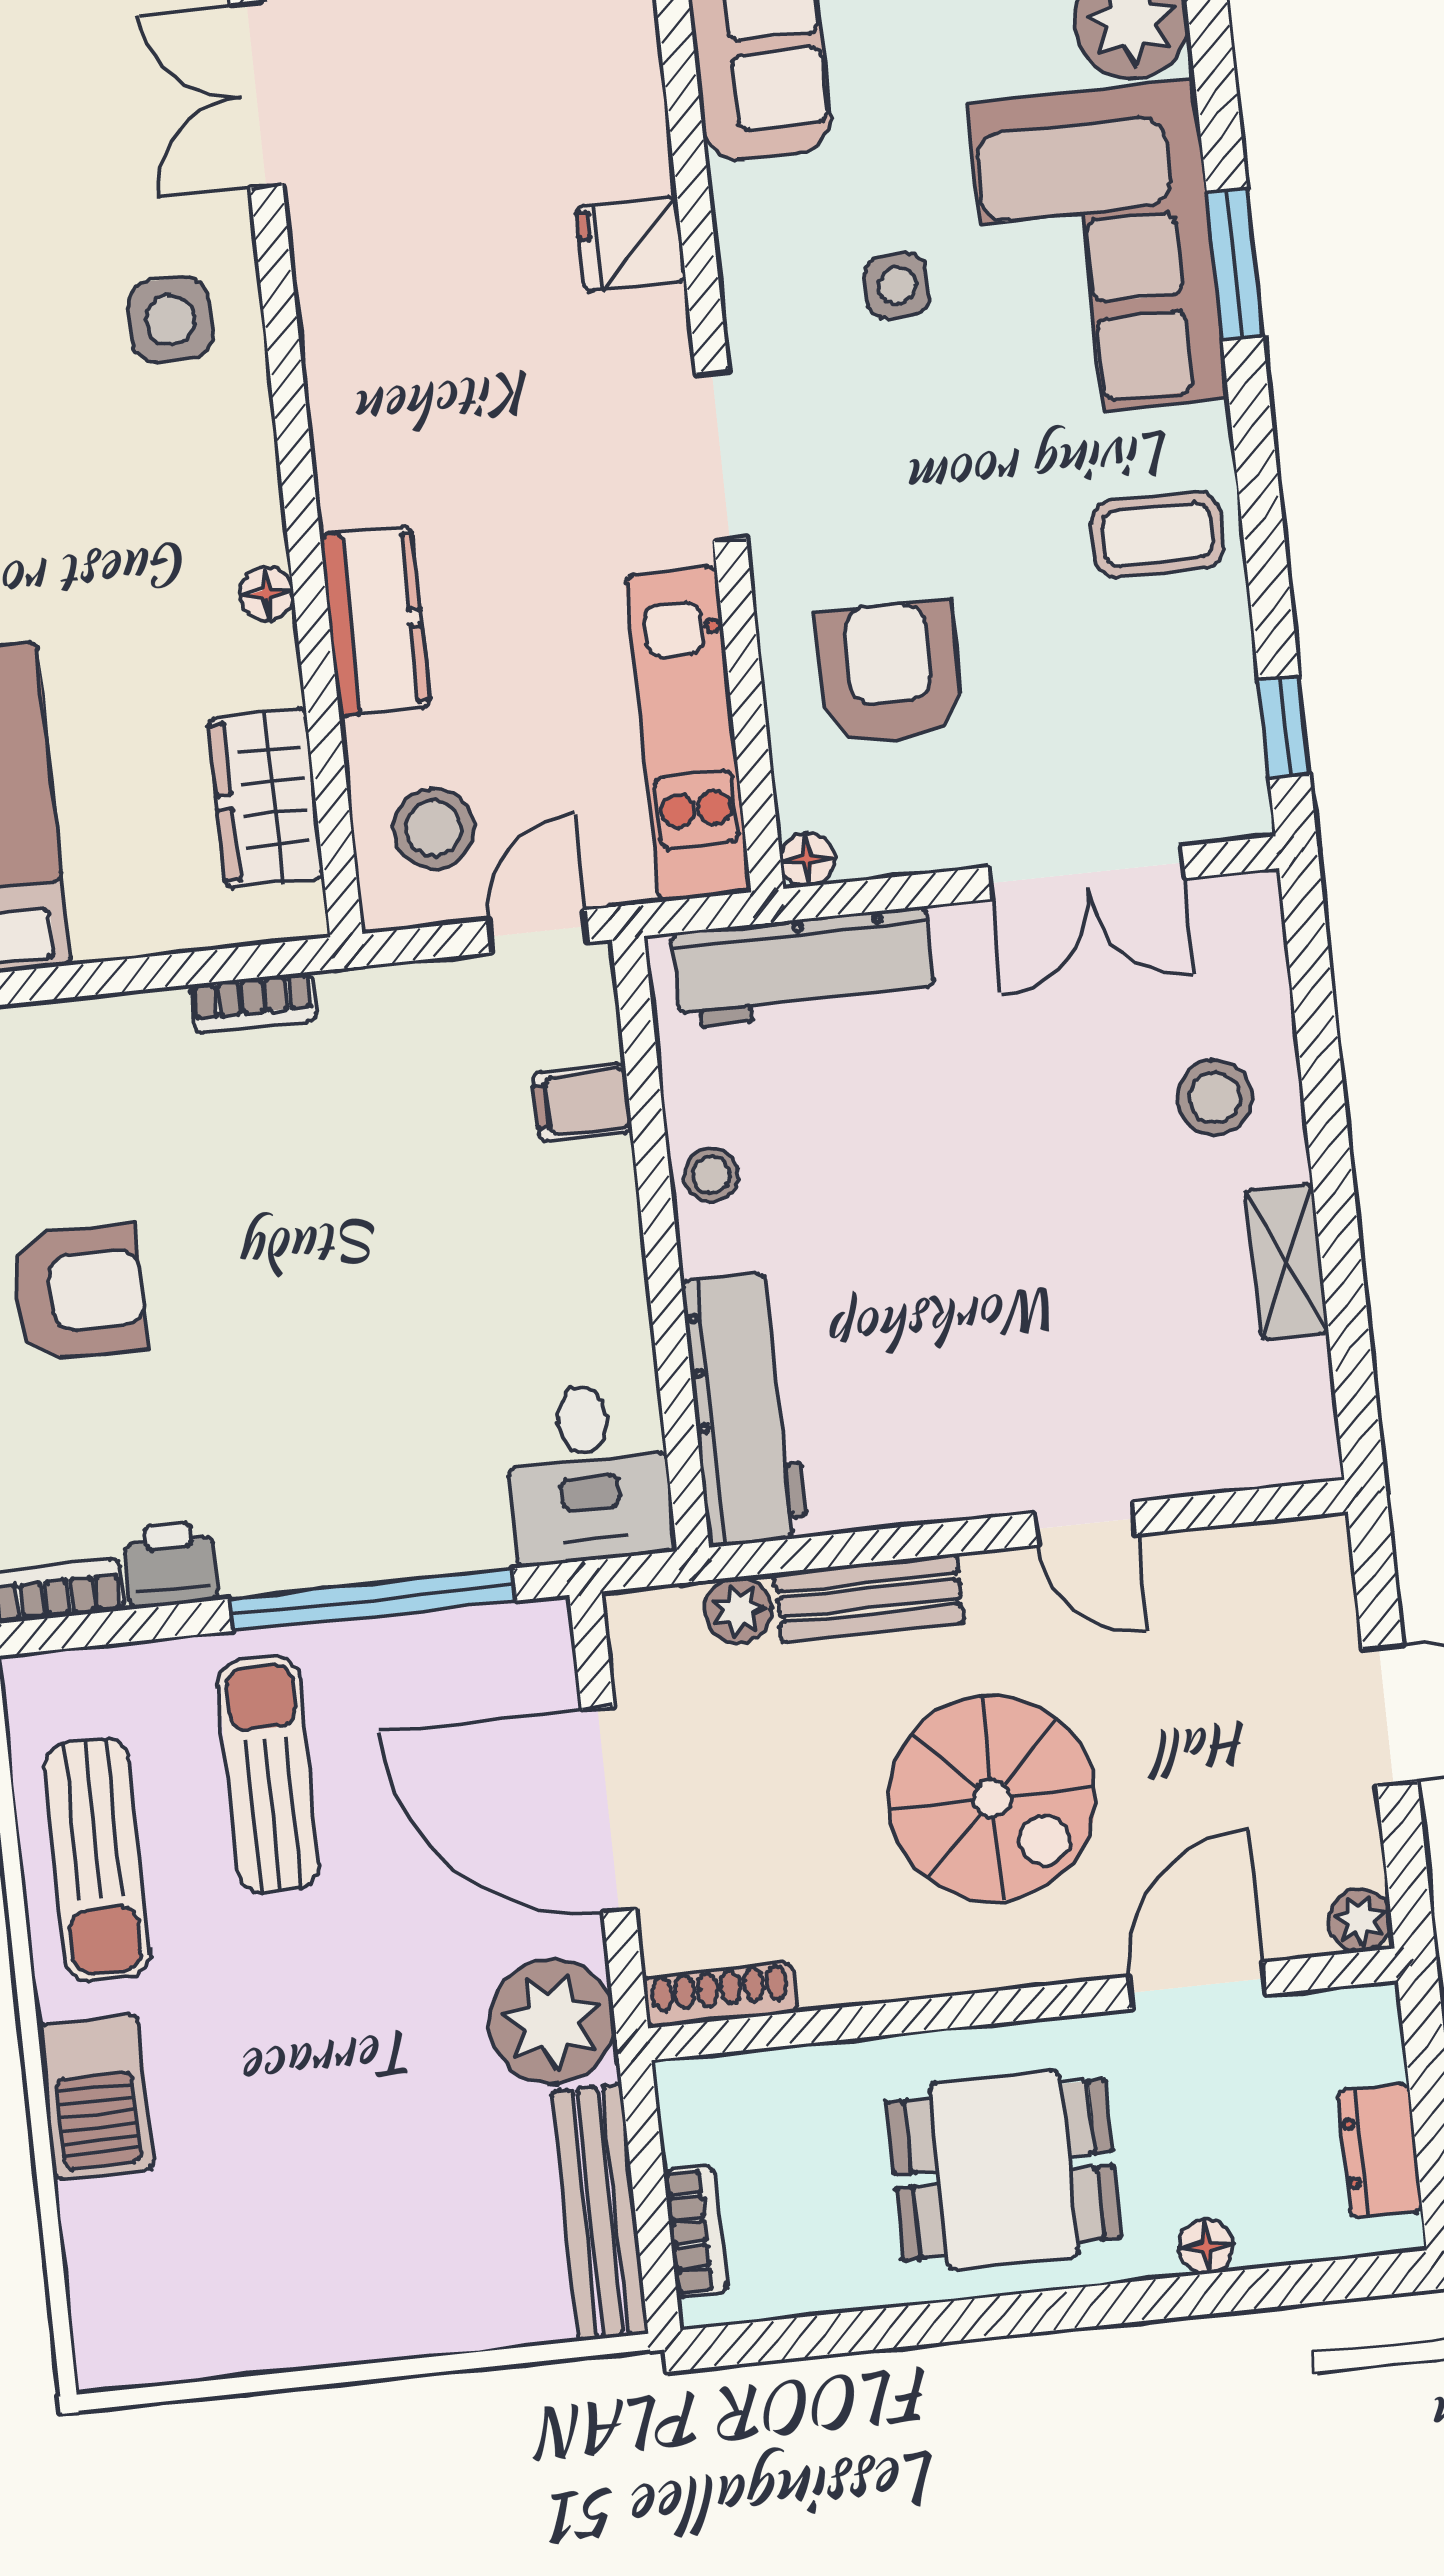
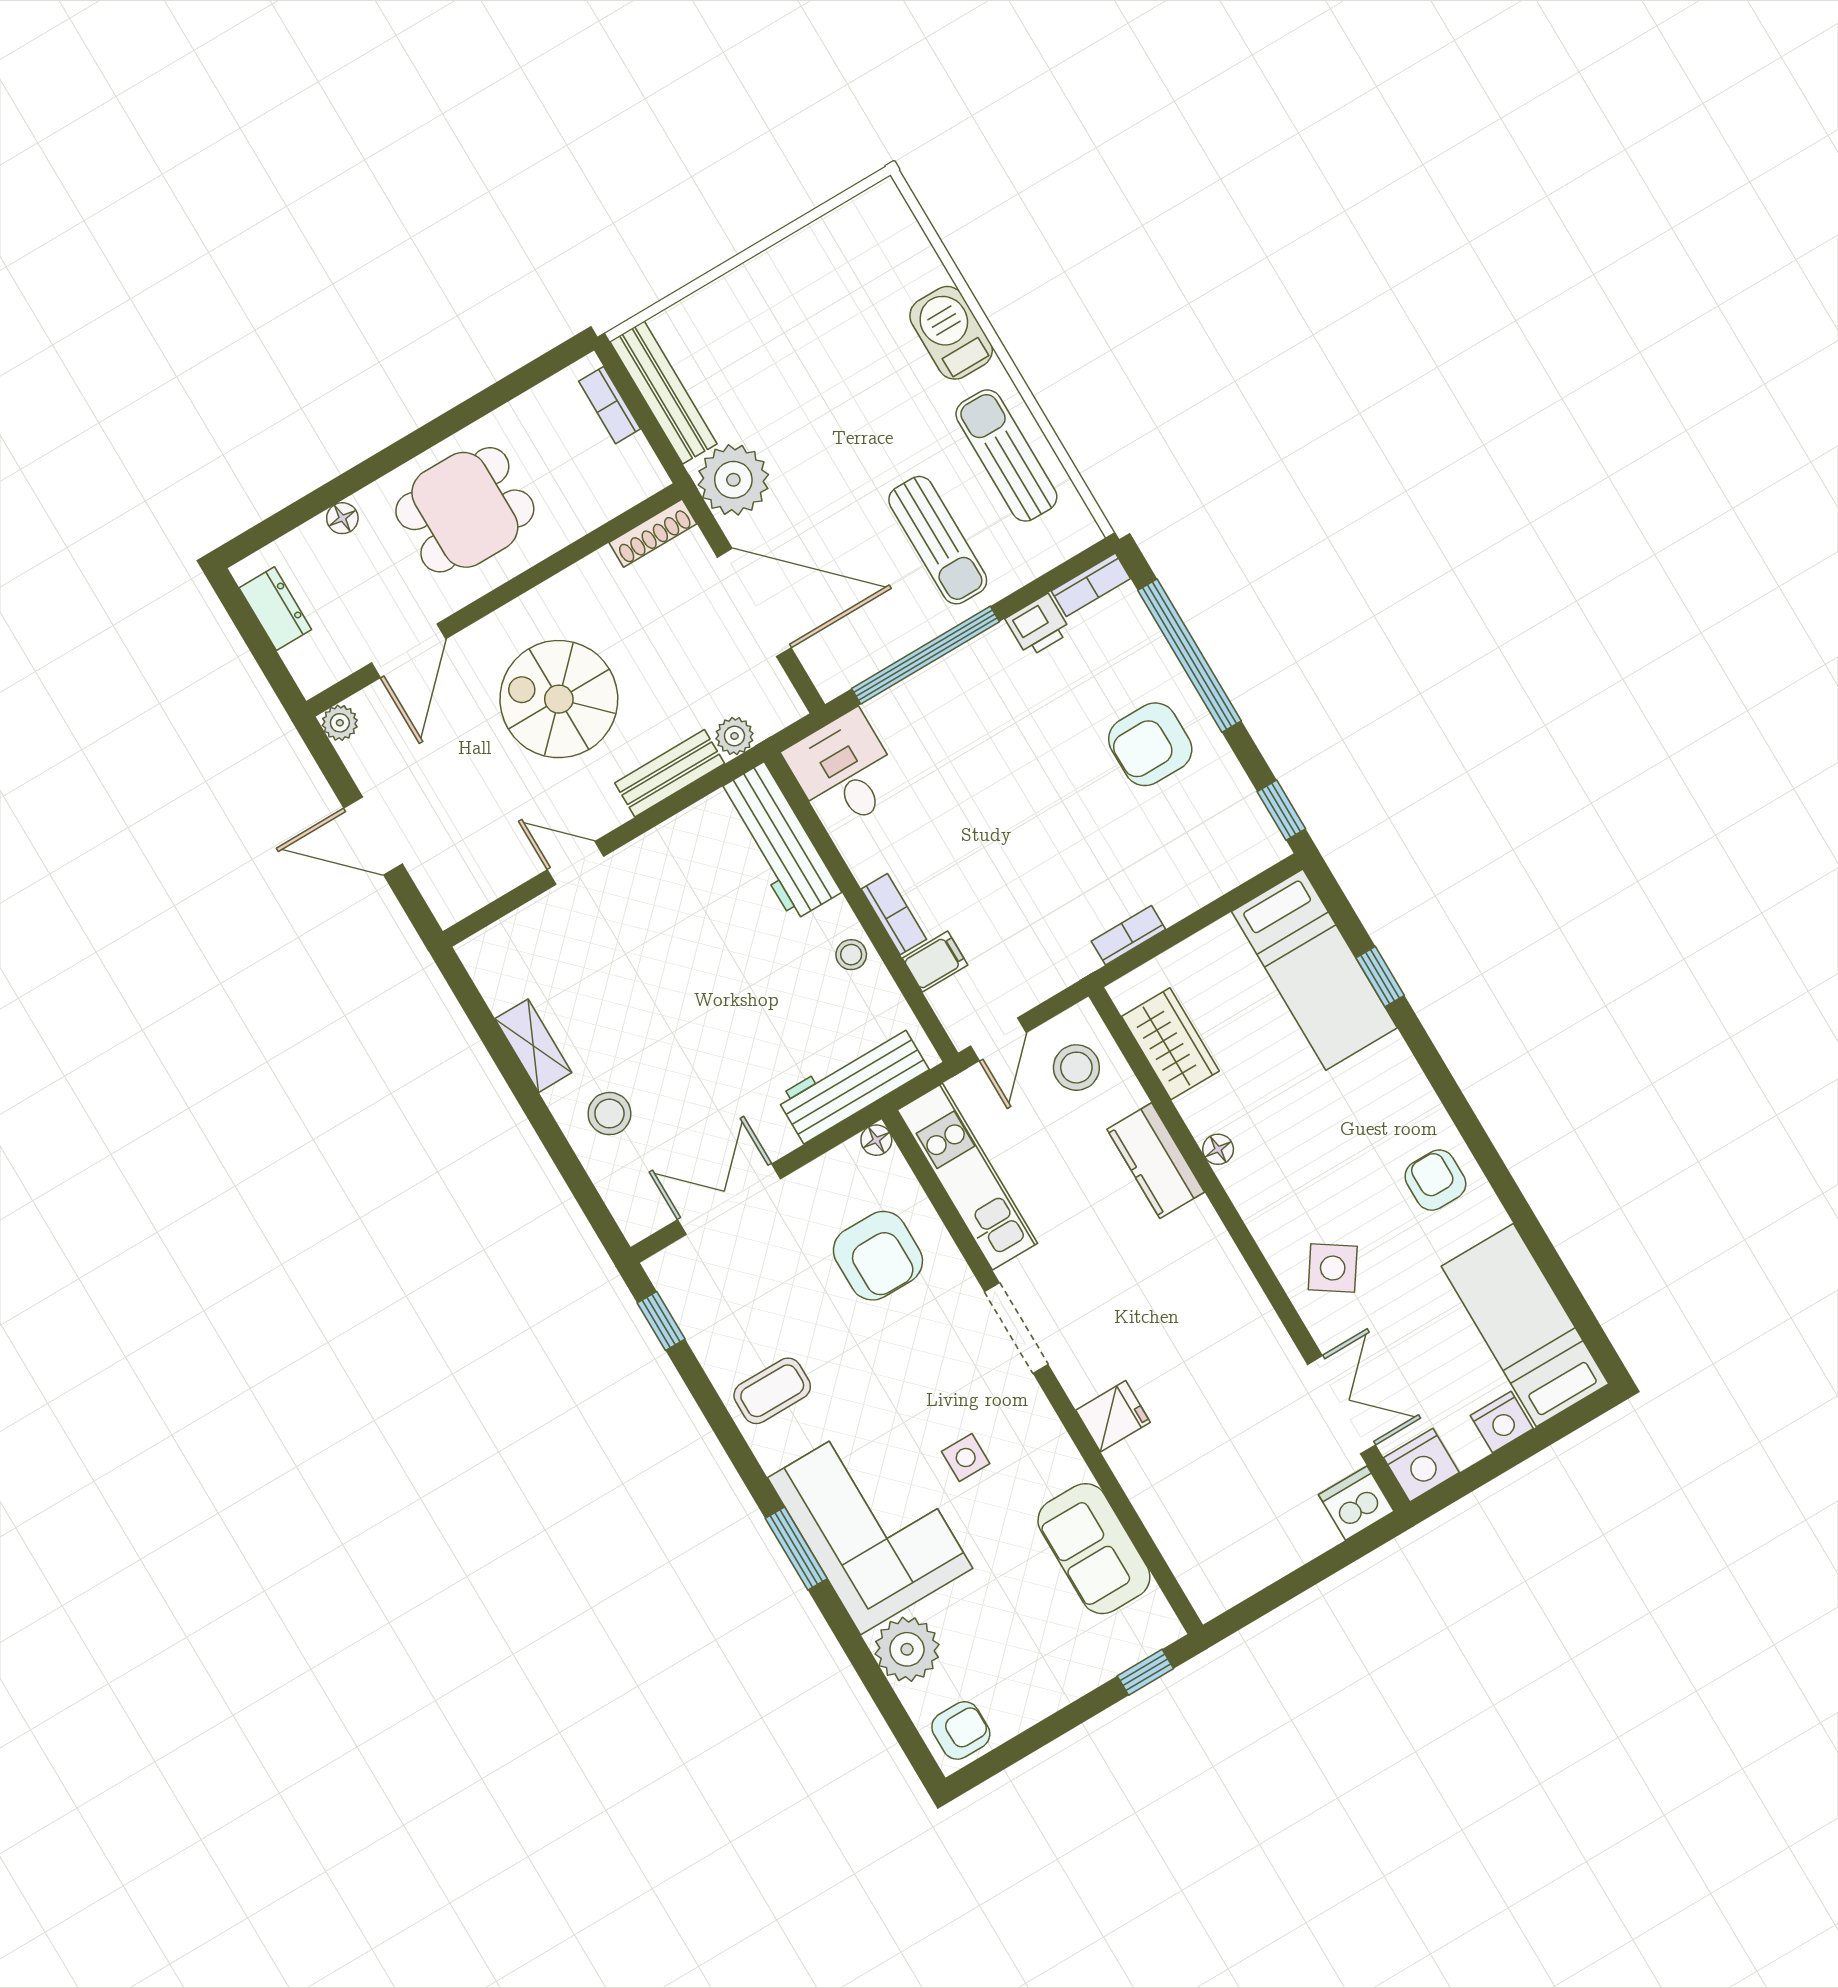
side table: (170, 320) -> (1333, 1268), turned 34
bookcase: (613, 1208) -> (894, 914), added

